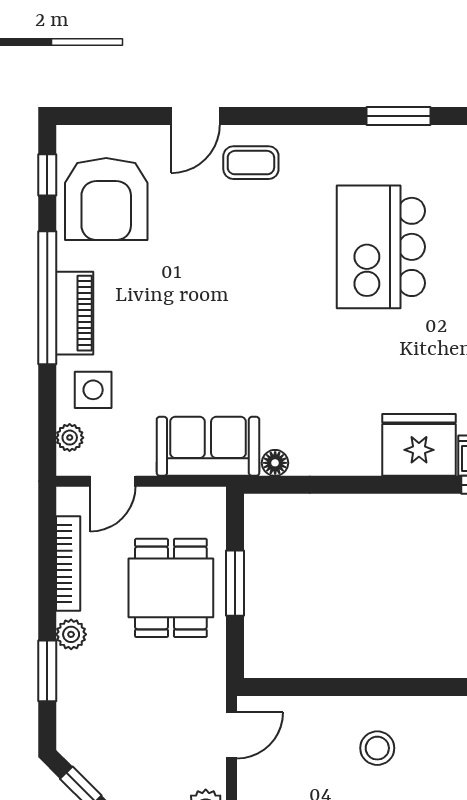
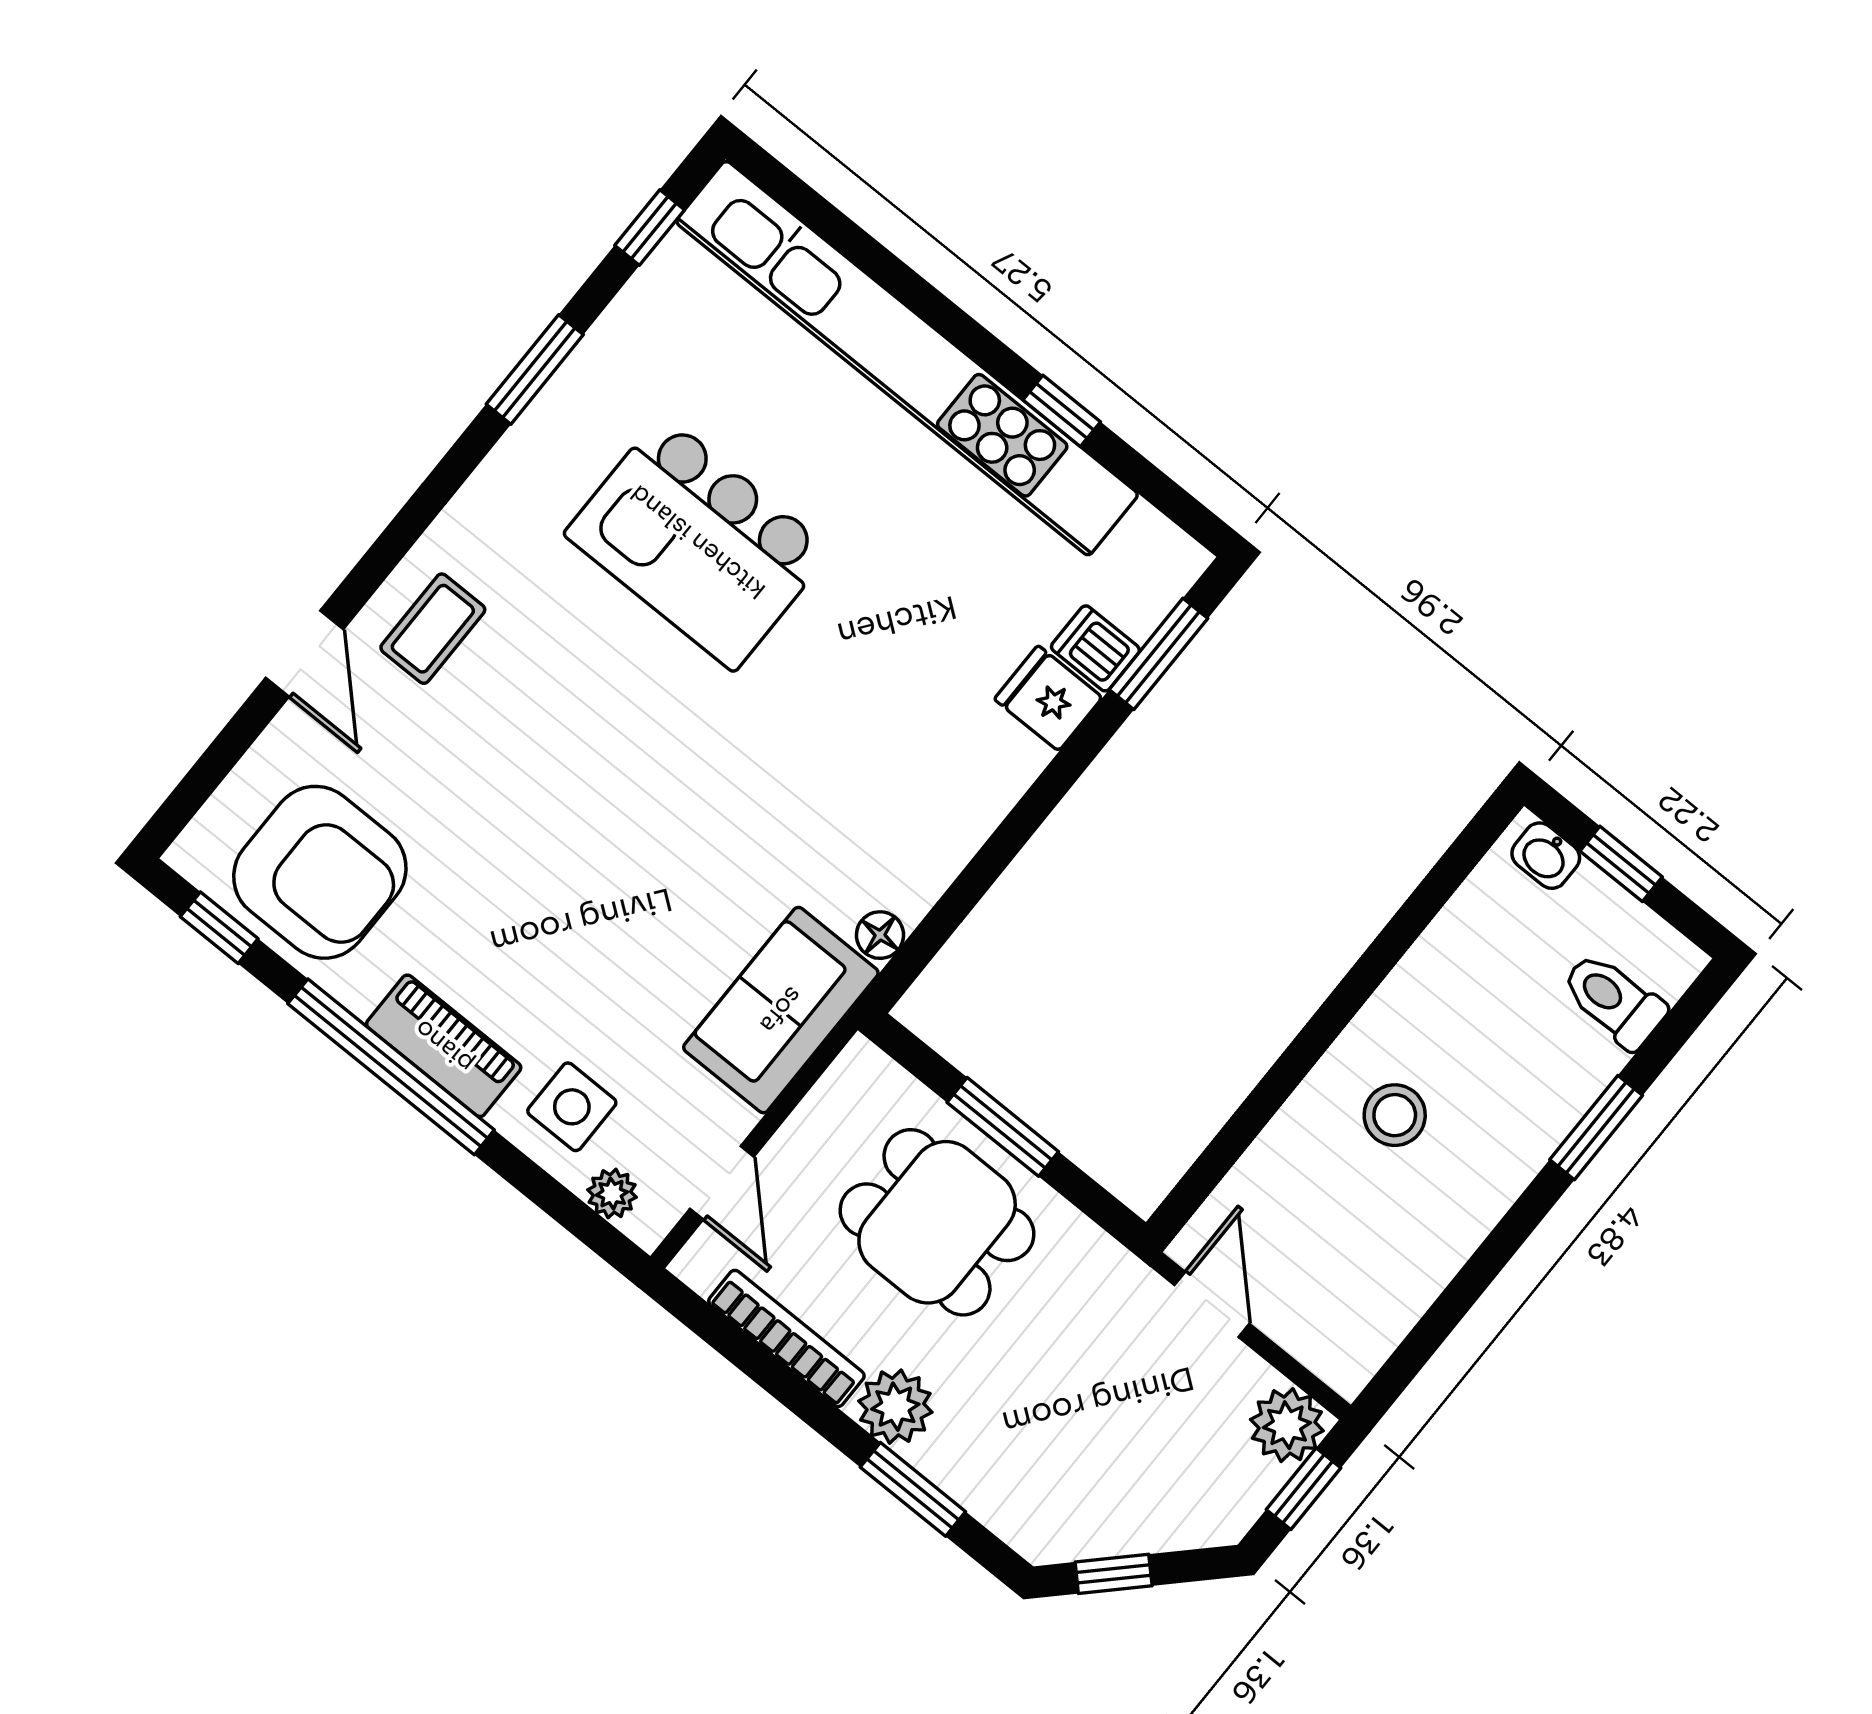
fridge: (419, 445) -> (1048, 698), width x0.53, depth x0.75
plant: (71, 634) -> (895, 1407), width x1.38, depth x1.38

